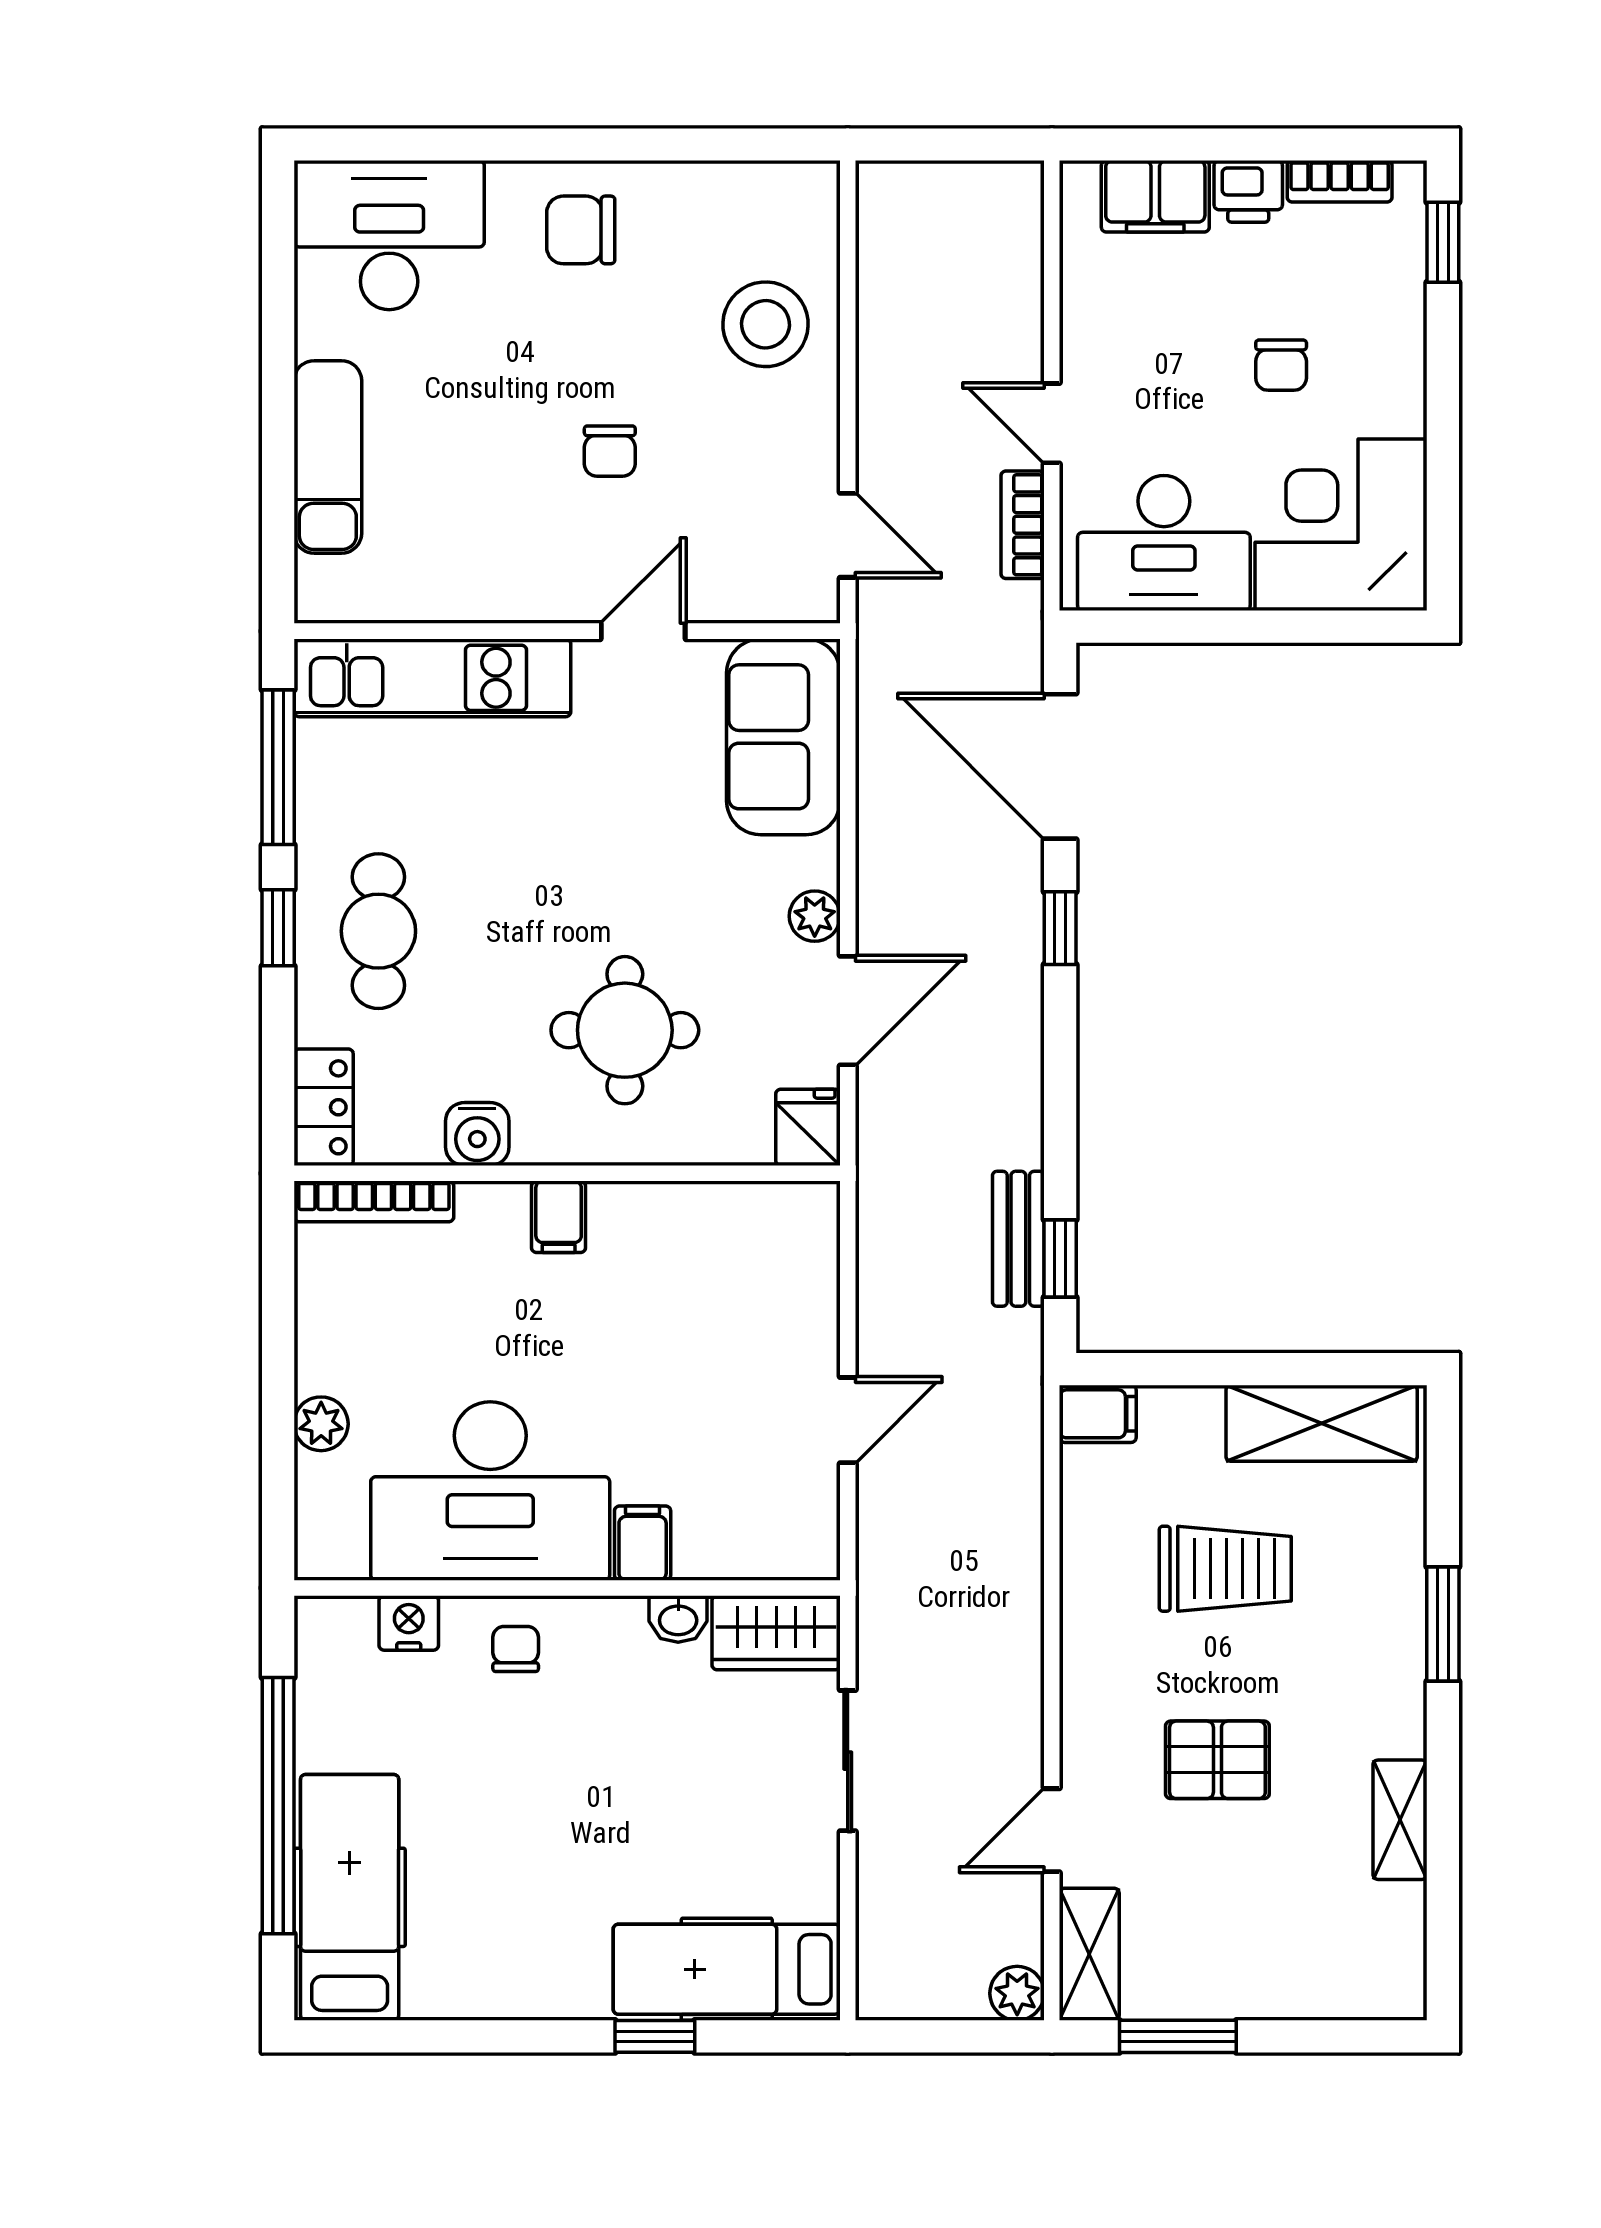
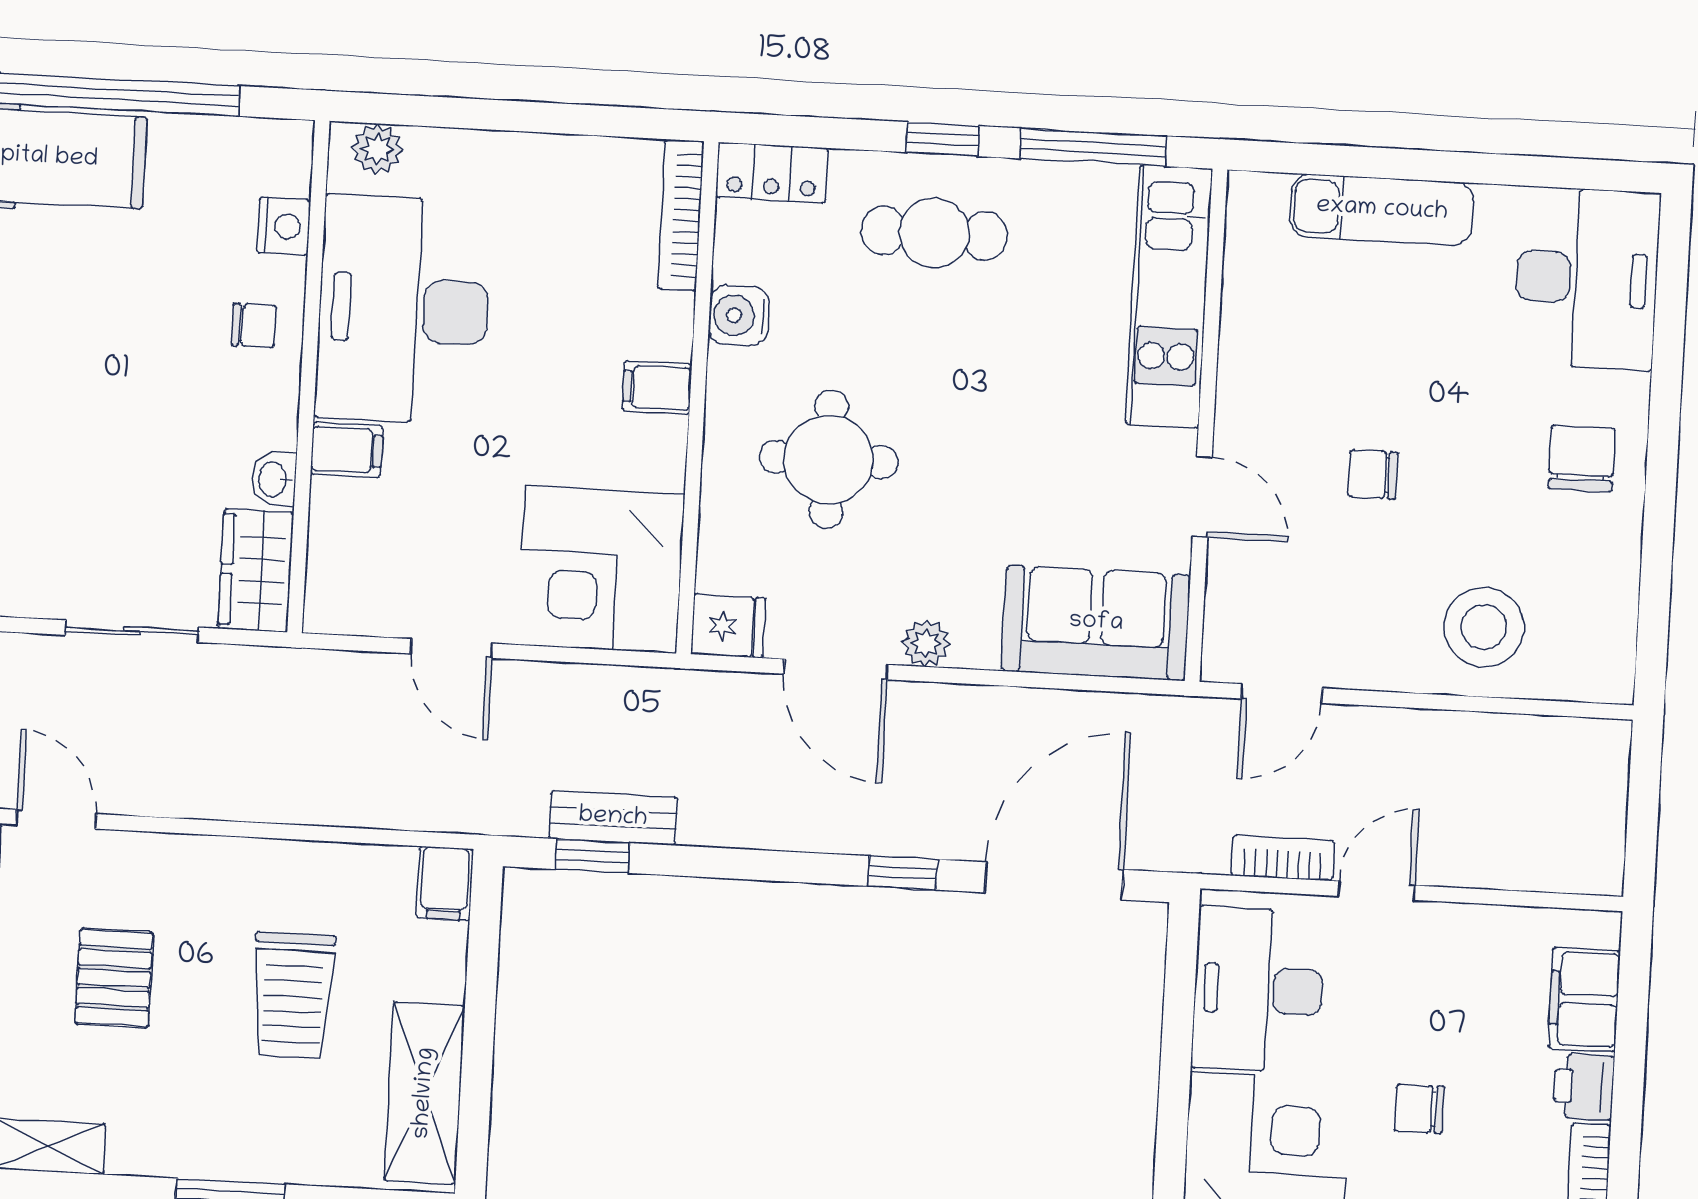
corner desk: (755, 1266) -> (601, 569), added
plant: (321, 1424) -> (377, 149), moved

